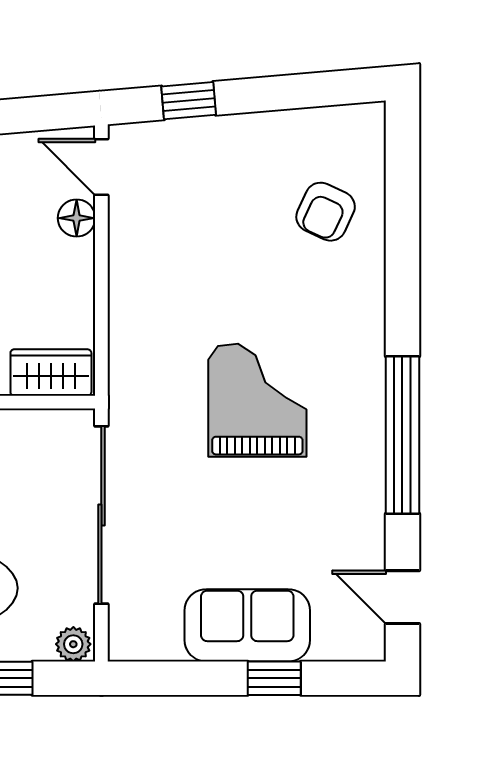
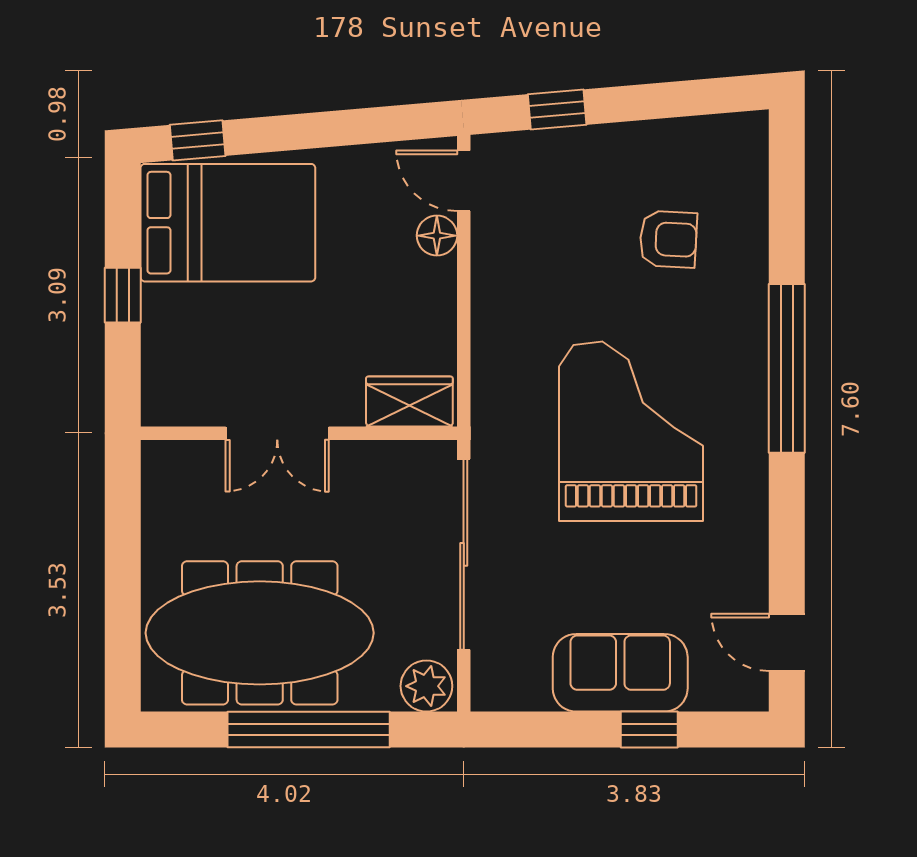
armchair: (326, 212) -> (668, 239), moved, turned -112
grand piano: (257, 400) -> (631, 431), width x1.37, depth x1.48
window: (402, 435) -> (787, 368), moved
plant: (73, 644) -> (426, 686), width x1.38, depth x1.38

